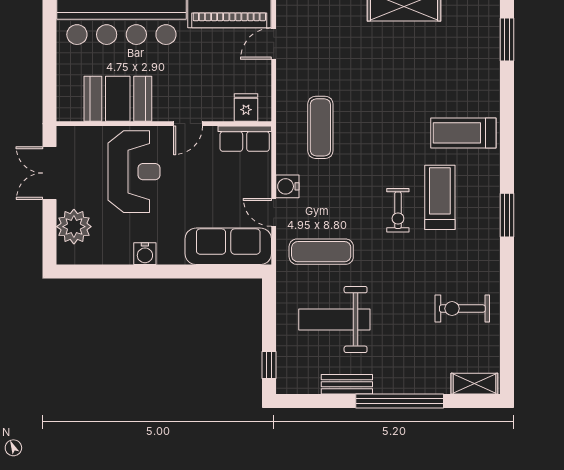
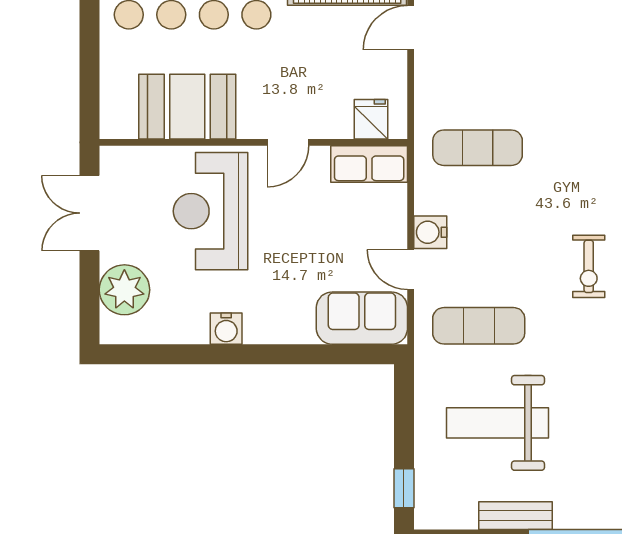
exercise mat: (320, 127) -> (478, 148), turned 90
reception desk: (134, 172) -> (210, 211), turned 180
sofa: (228, 246) -> (362, 318), width x0.73

